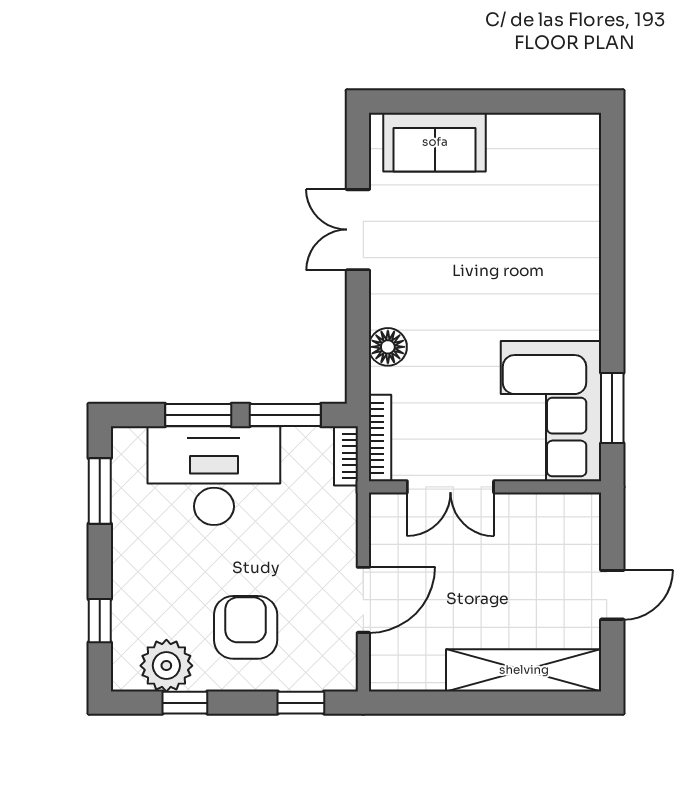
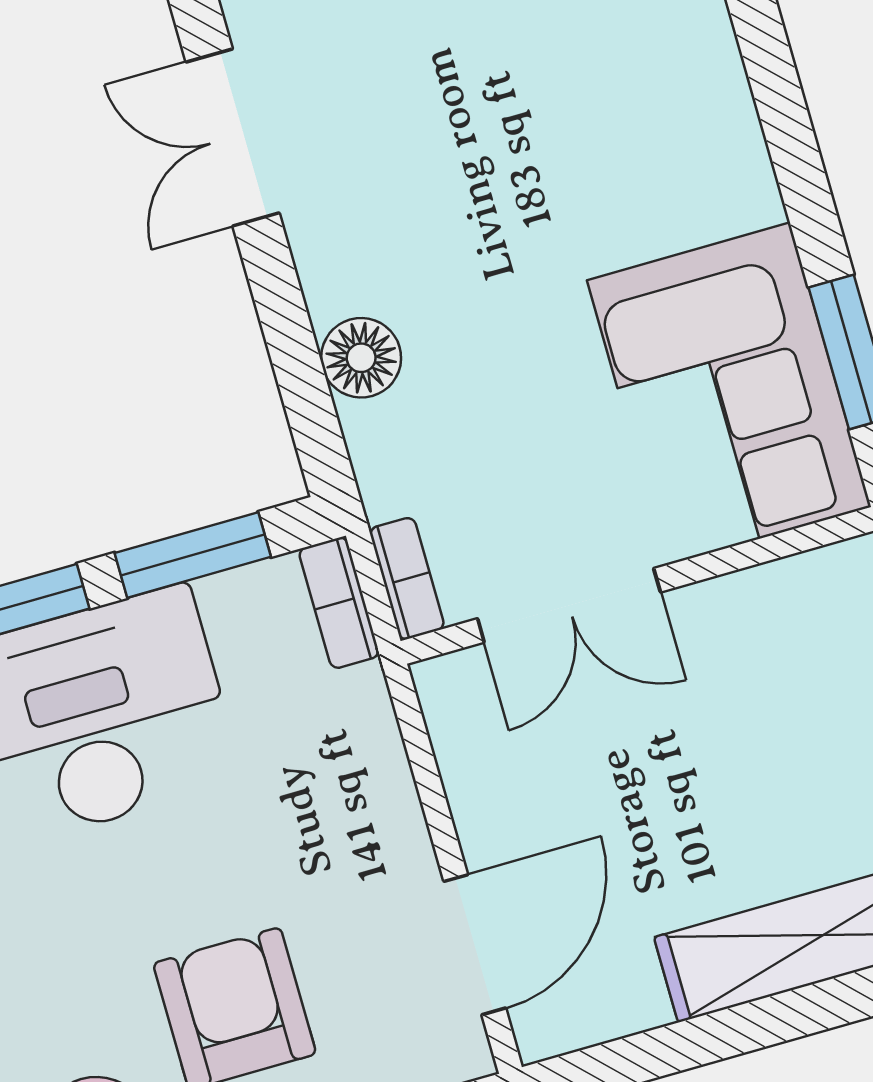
bookcase: (380, 438) -> (407, 579), width x0.64
door: (363, 600) -> (475, 945), moved

